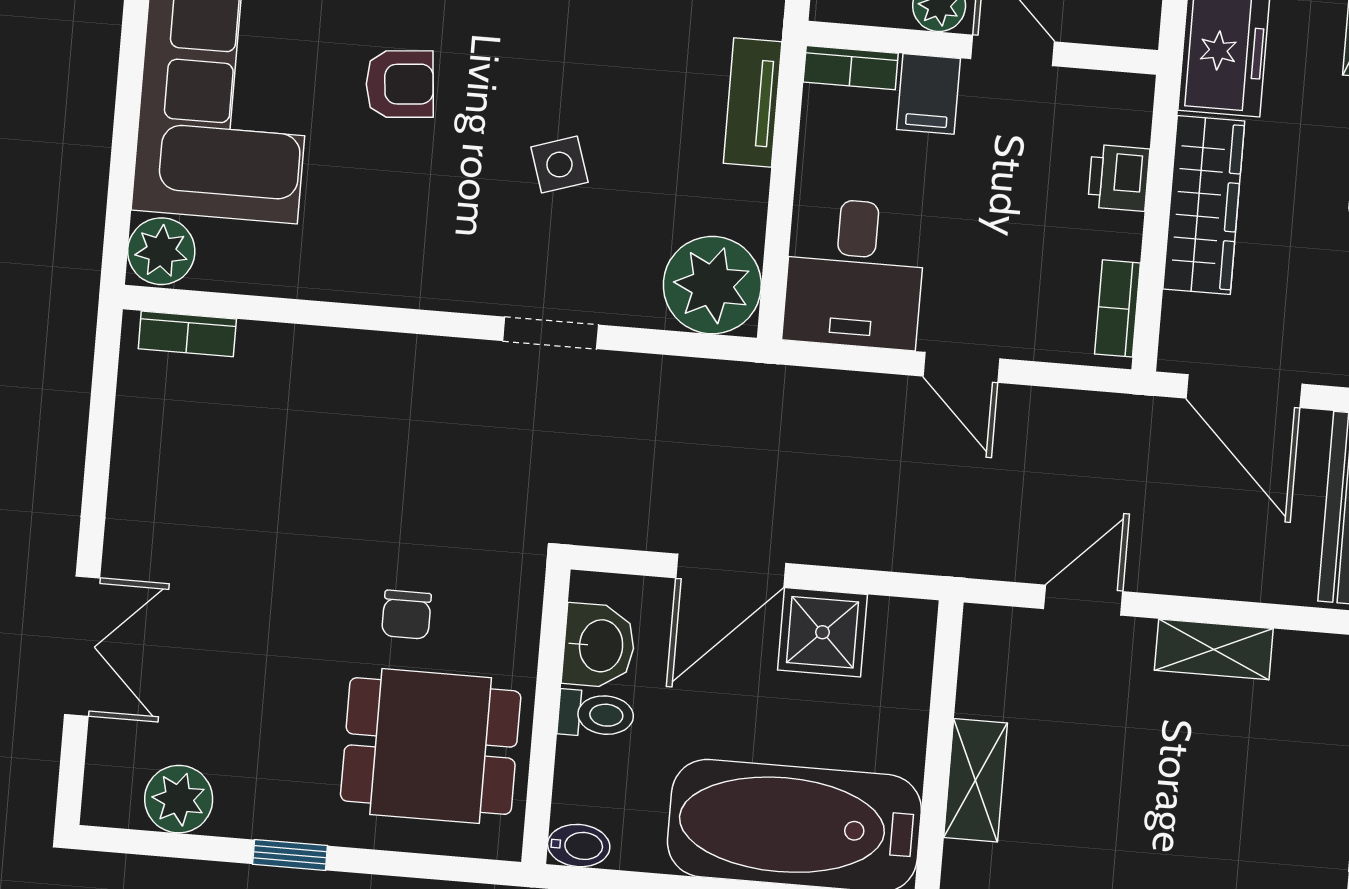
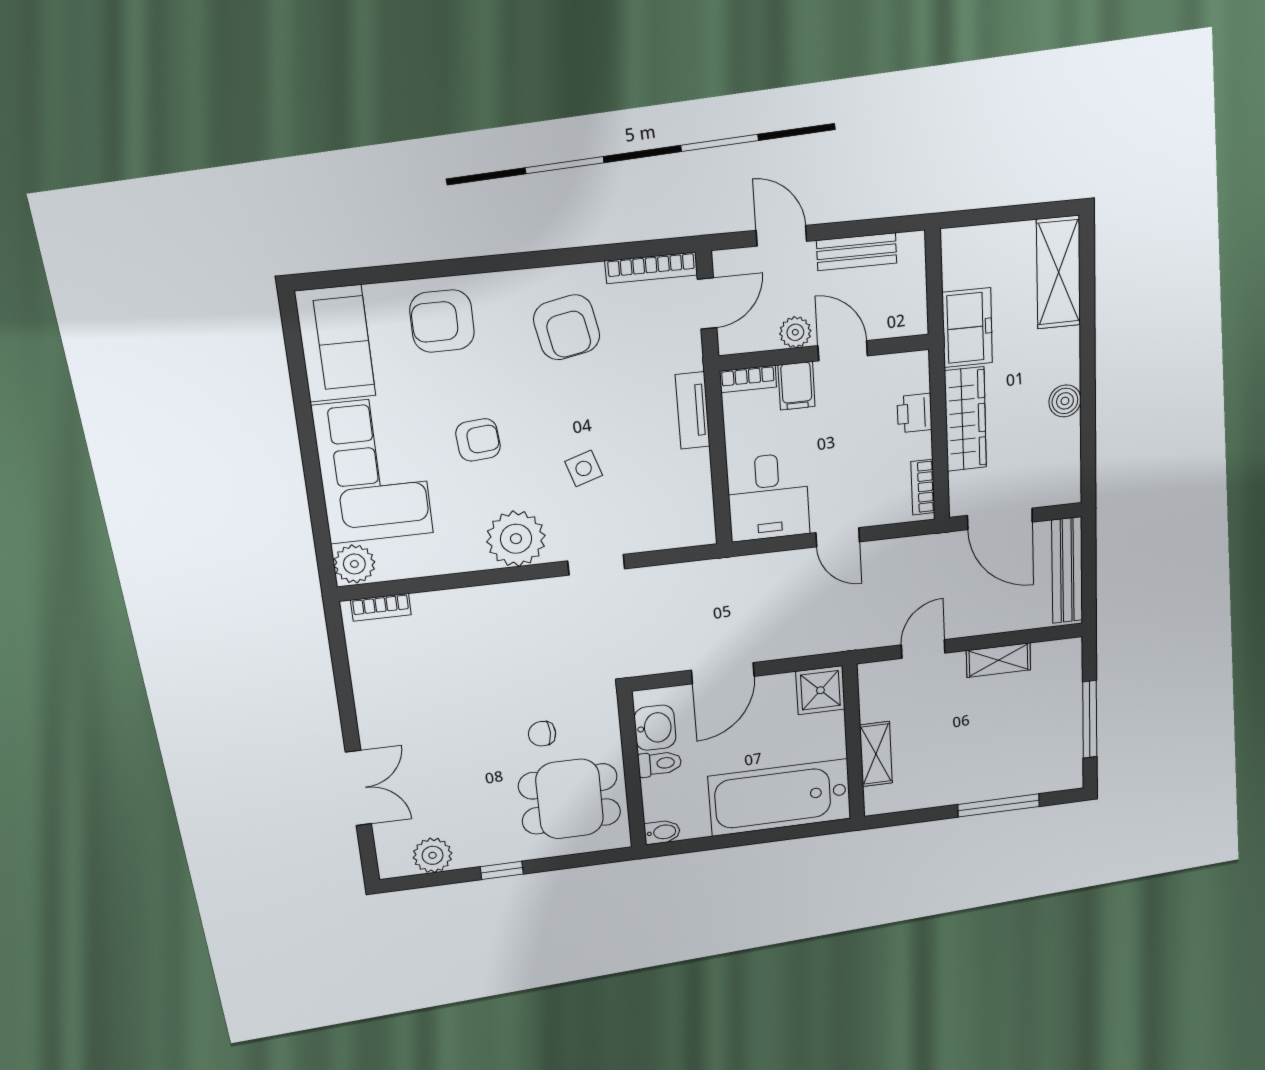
plant: (712, 285) -> (516, 539), moved
chair: (406, 615) -> (542, 734), turned 90
shower: (822, 632) -> (820, 690), moved

